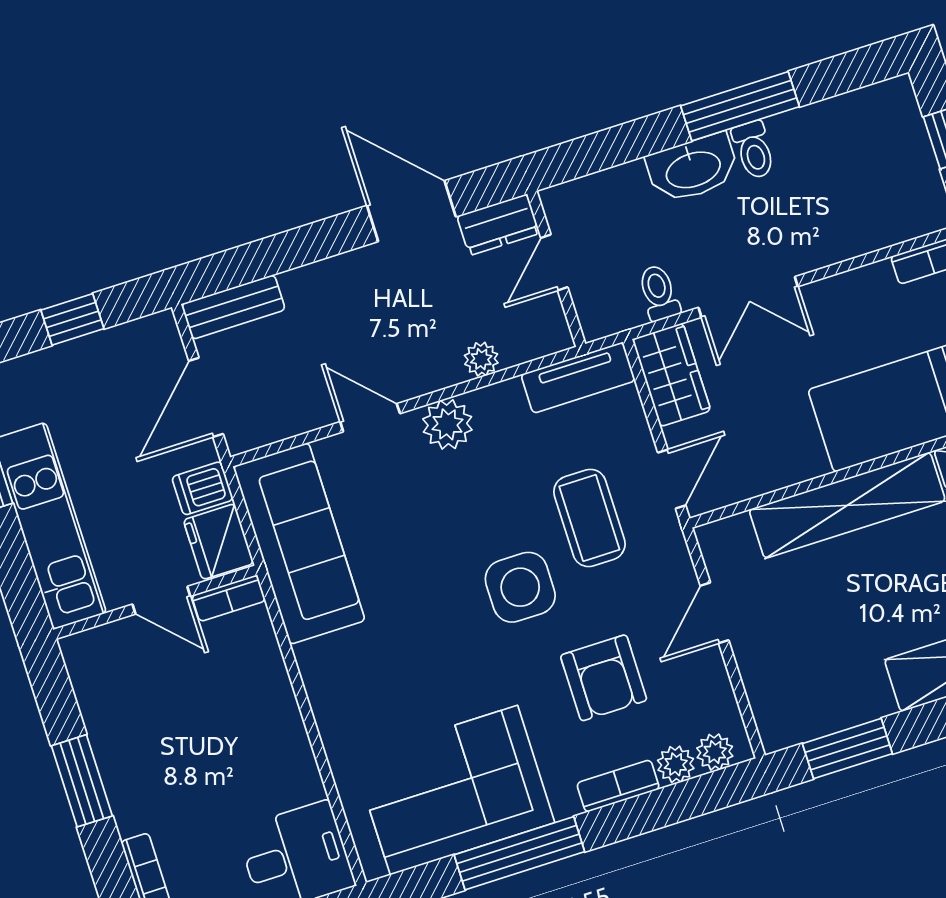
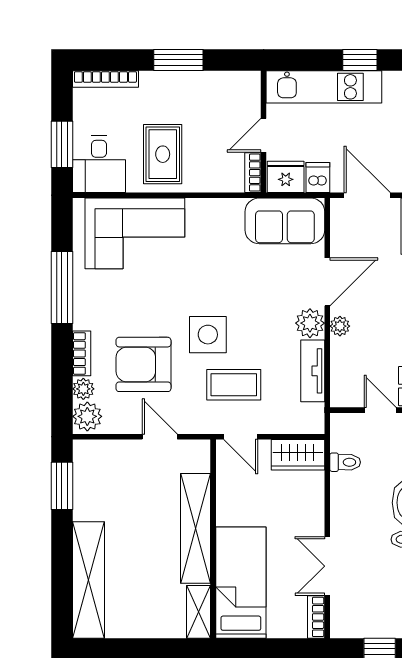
double door: (748, 297) -> (327, 566), moved
plant: (481, 359) -> (340, 326), moved
tv unit: (578, 378) -> (313, 371), moved
door: (370, 418) -> (327, 282), width x1.38
sofa: (299, 543) -> (285, 221), width x0.73
armchair: (604, 678) -> (143, 364), width x1.36, depth x1.36
plant: (715, 752) -> (87, 416), width x1.38, depth x1.38
rug: (246, 757) -> (163, 154), added
corner sofa: (454, 790) -> (135, 233), moved, turned 90

